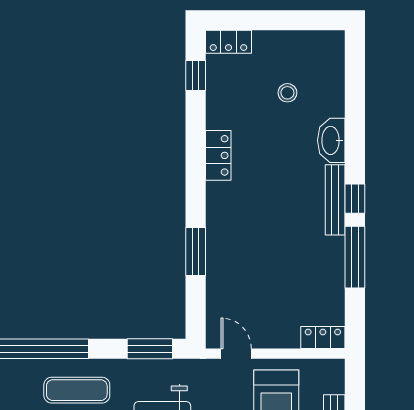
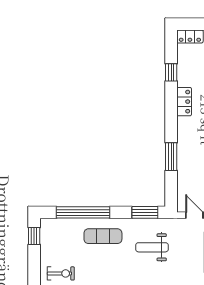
window: (196, 75) -> (171, 72), moved

